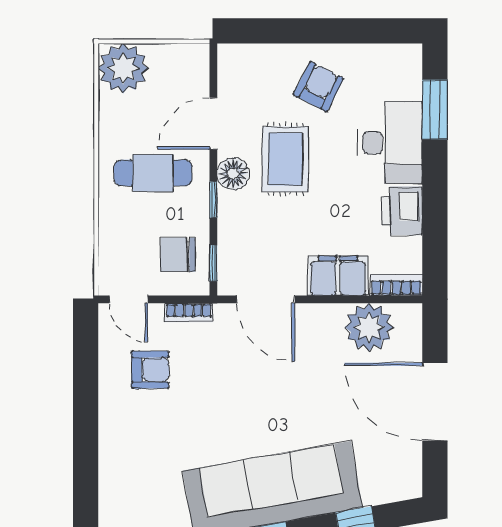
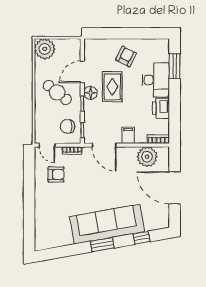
cafe table: (153, 173) -> (57, 92), turned 38
filing cabinet: (338, 276) -> (128, 135), width x0.50

